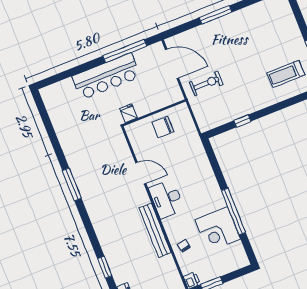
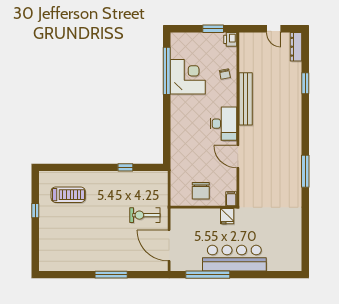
chair: (163, 127) -> (201, 191), turned 90
filing cabinet: (131, 131) -> (231, 199), added
window: (233, 212) -> (167, 71), moved

